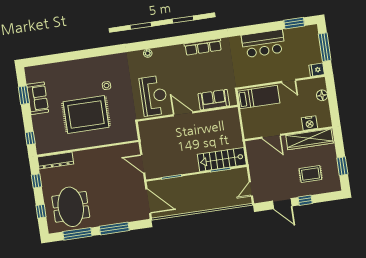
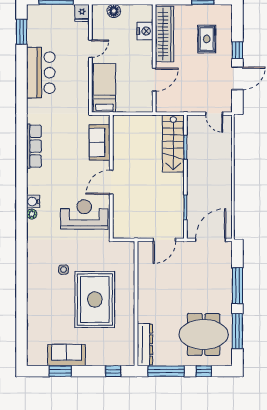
water cooler: (158, 53) -> (33, 202), added
window: (37, 181) -> (166, 371), width x2.17

